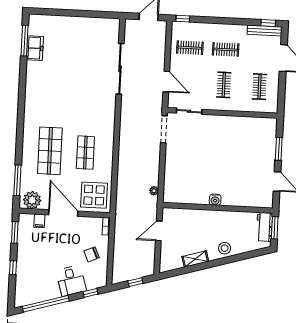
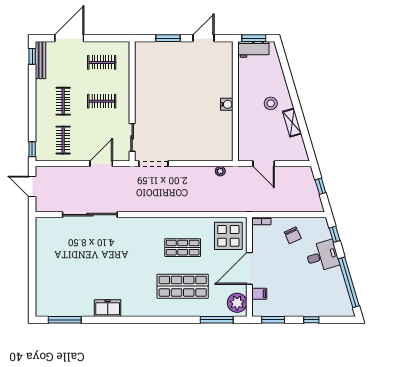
freezer: (35, 48) -> (108, 308), moved
stool: (225, 248) -> (271, 103), moved

